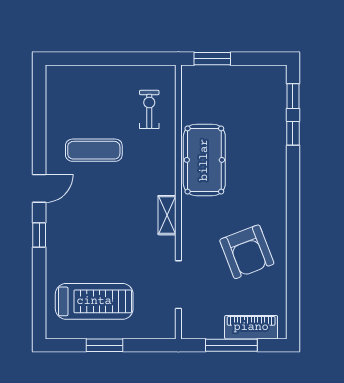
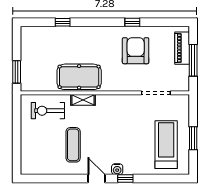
window: (293, 96) -> (132, 22), moved
exercise bike: (149, 109) -> (48, 111), width x1.38, depth x1.39
shelving: (167, 215) -> (83, 100), moved
water cooler: (54, 222) -> (117, 169), added
armchair: (247, 252) -> (136, 51), turned -69

